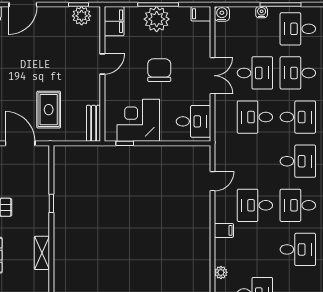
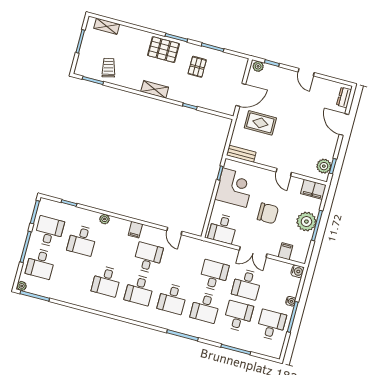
filing cabinet: (201, 14) -> (285, 251), moved
desk: (298, 205) -> (139, 290), turned 180

